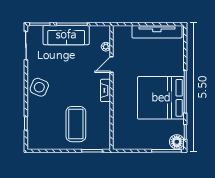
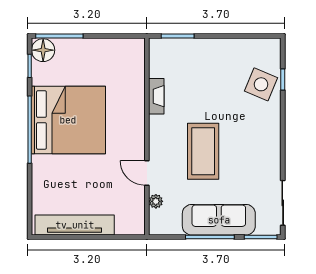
door: (111, 65) -> (147, 173), swing flipped
side table: (39, 87) -> (261, 84), moved
fireplace: (105, 90) -> (156, 96), moved
coffee table: (76, 124) -> (203, 151), moved

